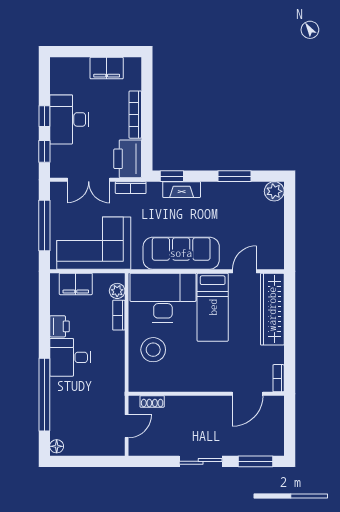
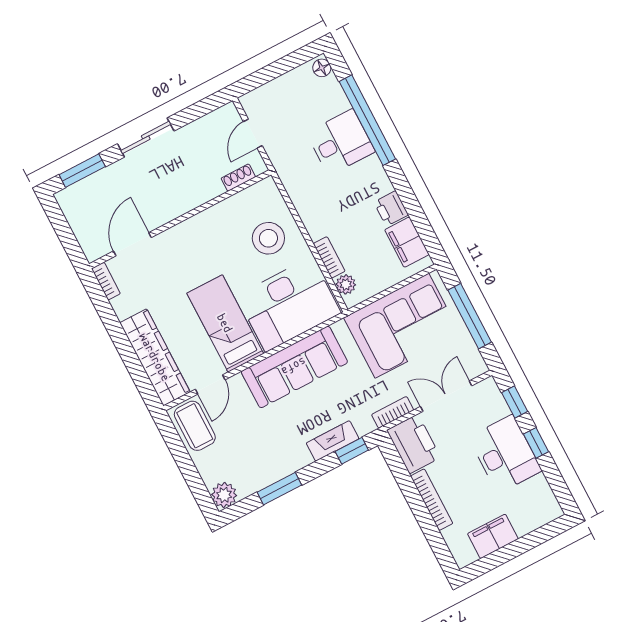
coffee table: (270, 249) -> (195, 426), added
filing cabinet: (76, 284) -> (407, 242), moved, turned -90
desk: (70, 357) -> (341, 142), moved

